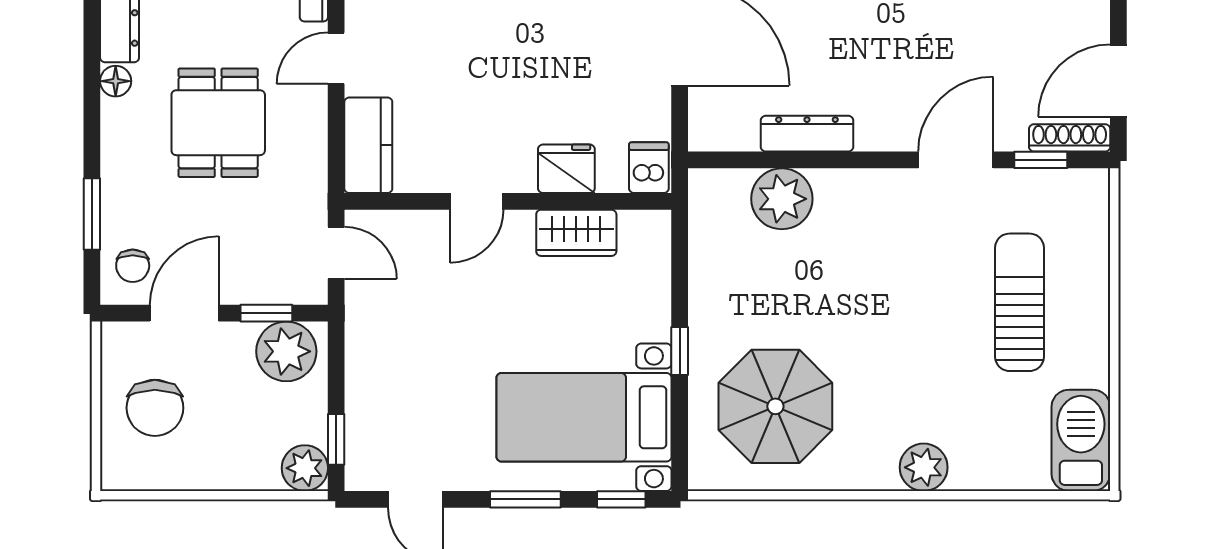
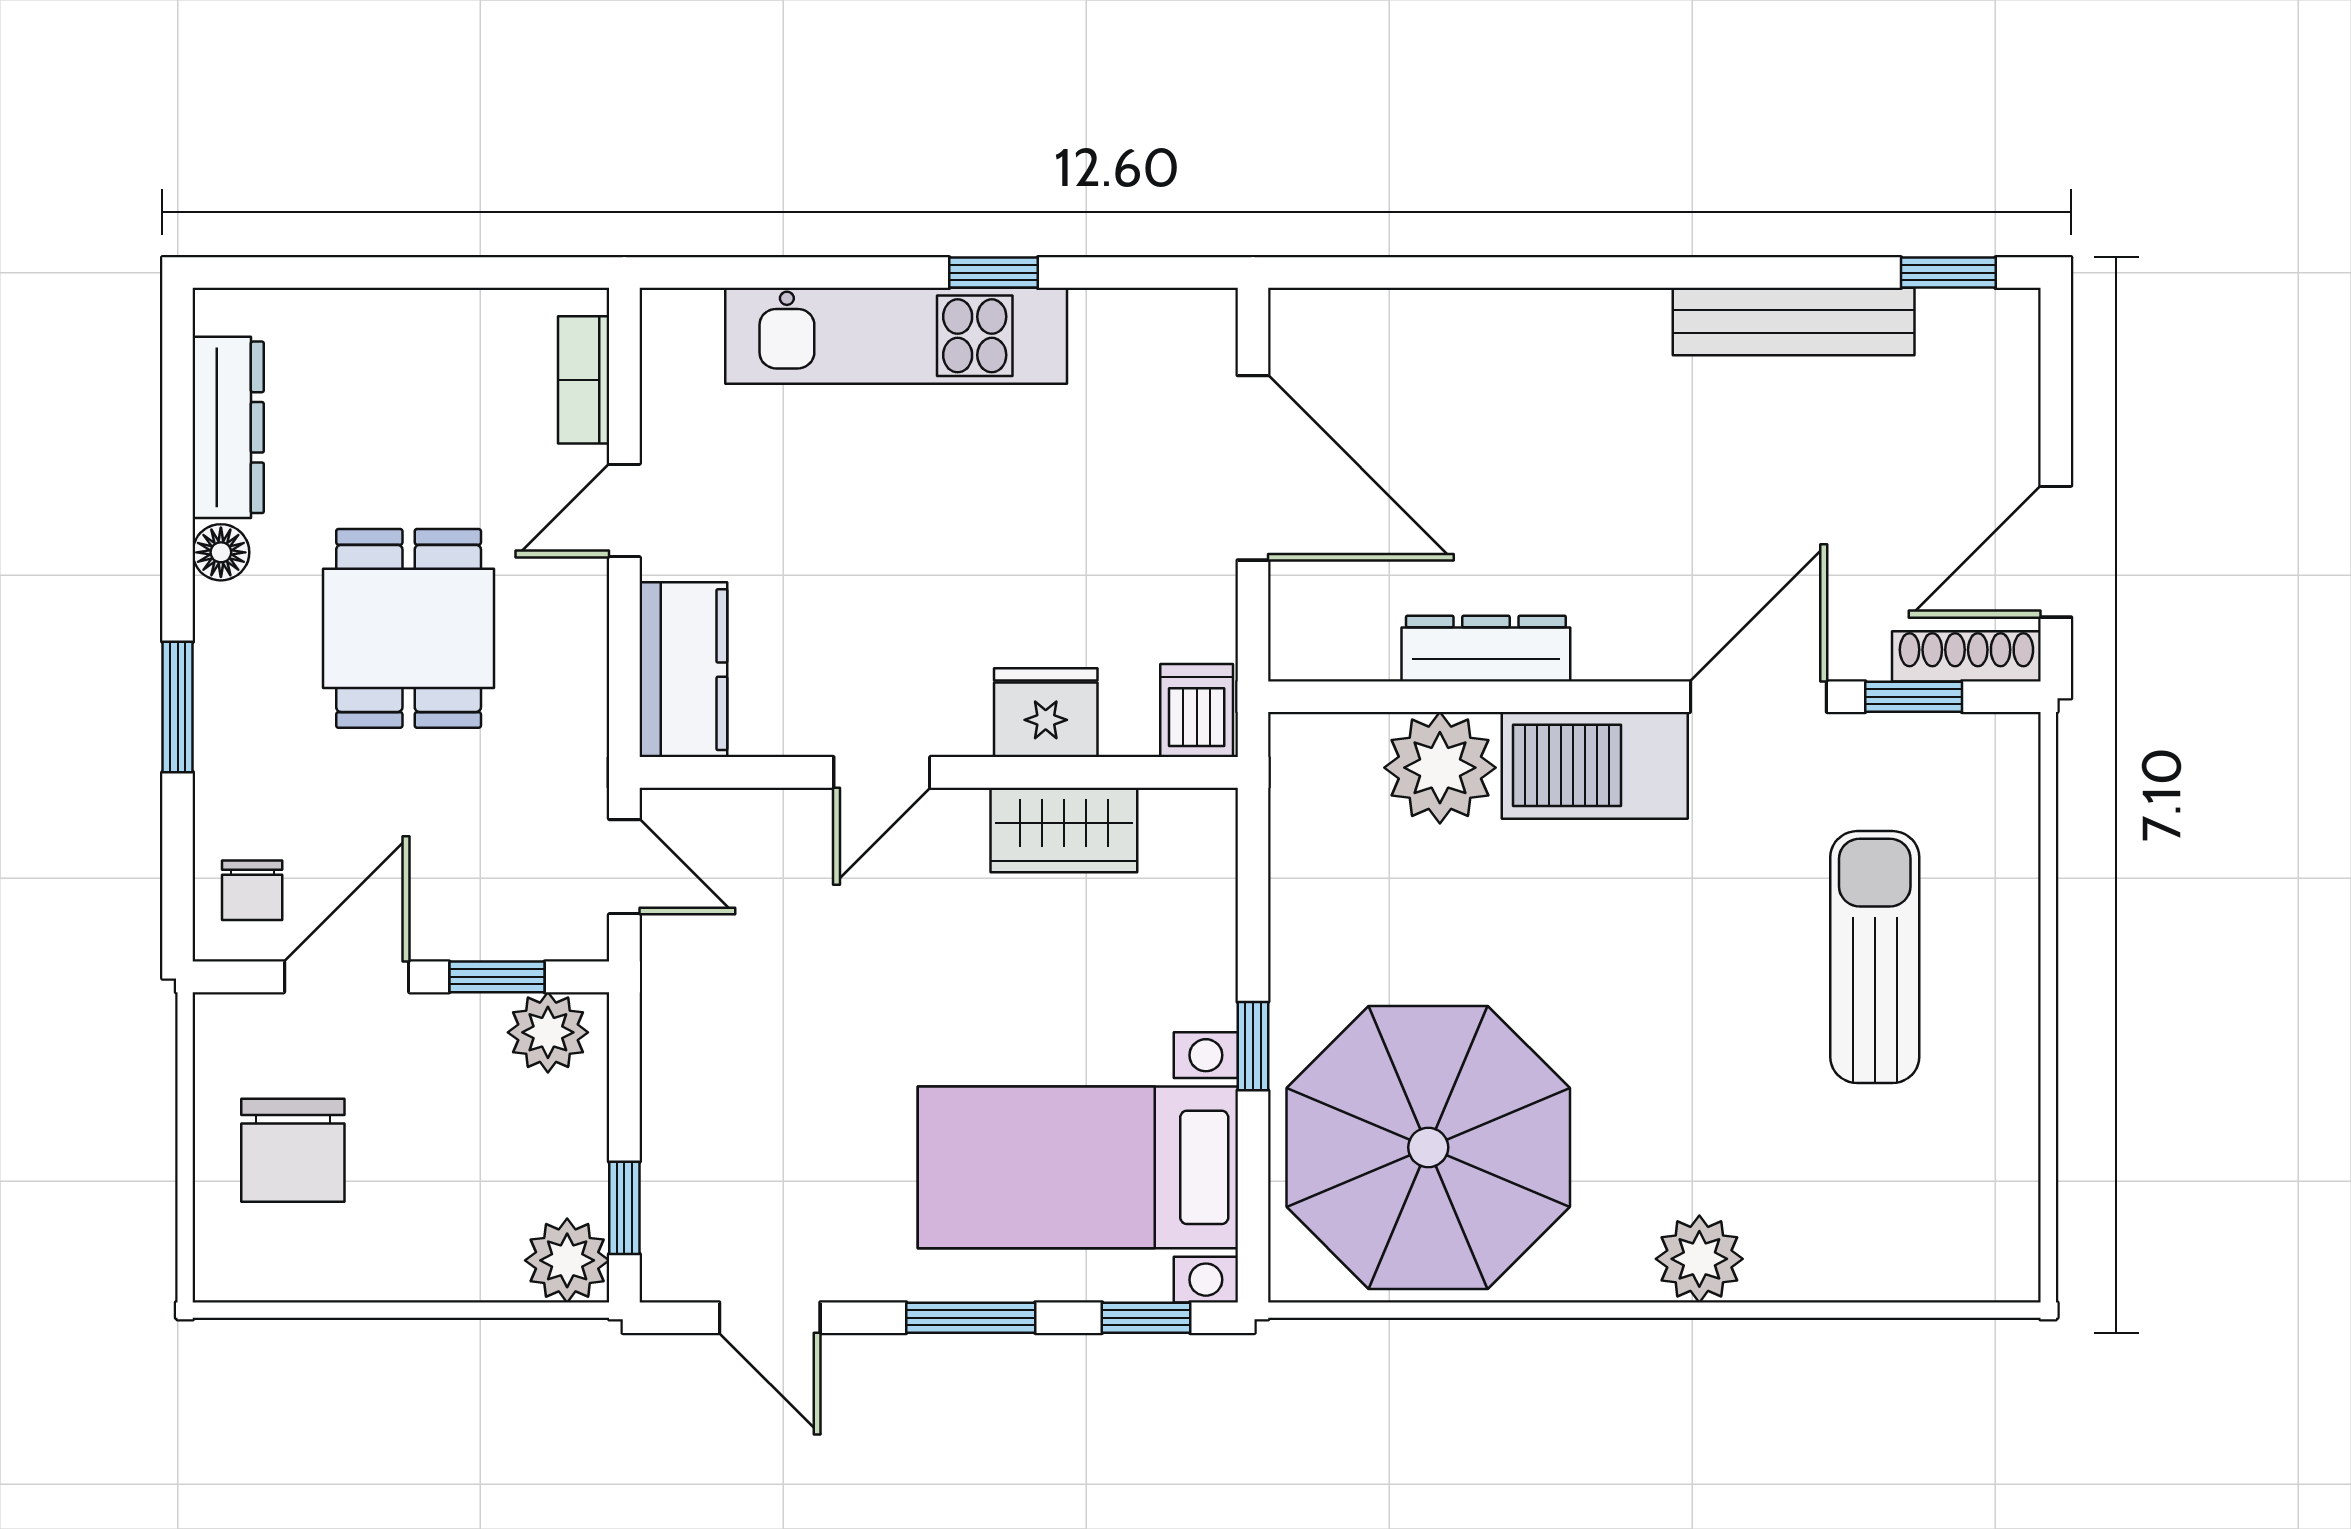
window: (92, 214) -> (178, 707), moved
plant: (286, 351) -> (548, 1032), width x0.73, depth x0.73
parasol: (775, 406) -> (1428, 1147), width x1.36, depth x1.36
barbecue: (1081, 440) -> (1595, 765), moved, turned -90

